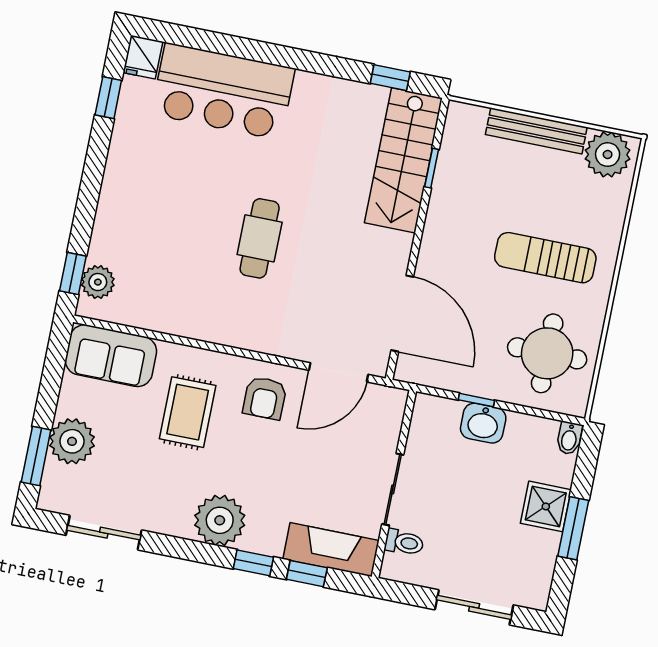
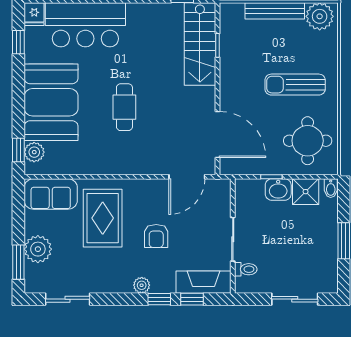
booth: (142, 206) -> (51, 102), added
armchair: (265, 398) -> (156, 236), moved
rug: (188, 412) -> (103, 218), width x1.36, depth x1.43
shower: (546, 506) -> (306, 192), moved
plant: (220, 520) -> (142, 285), width x0.53, depth x0.53

